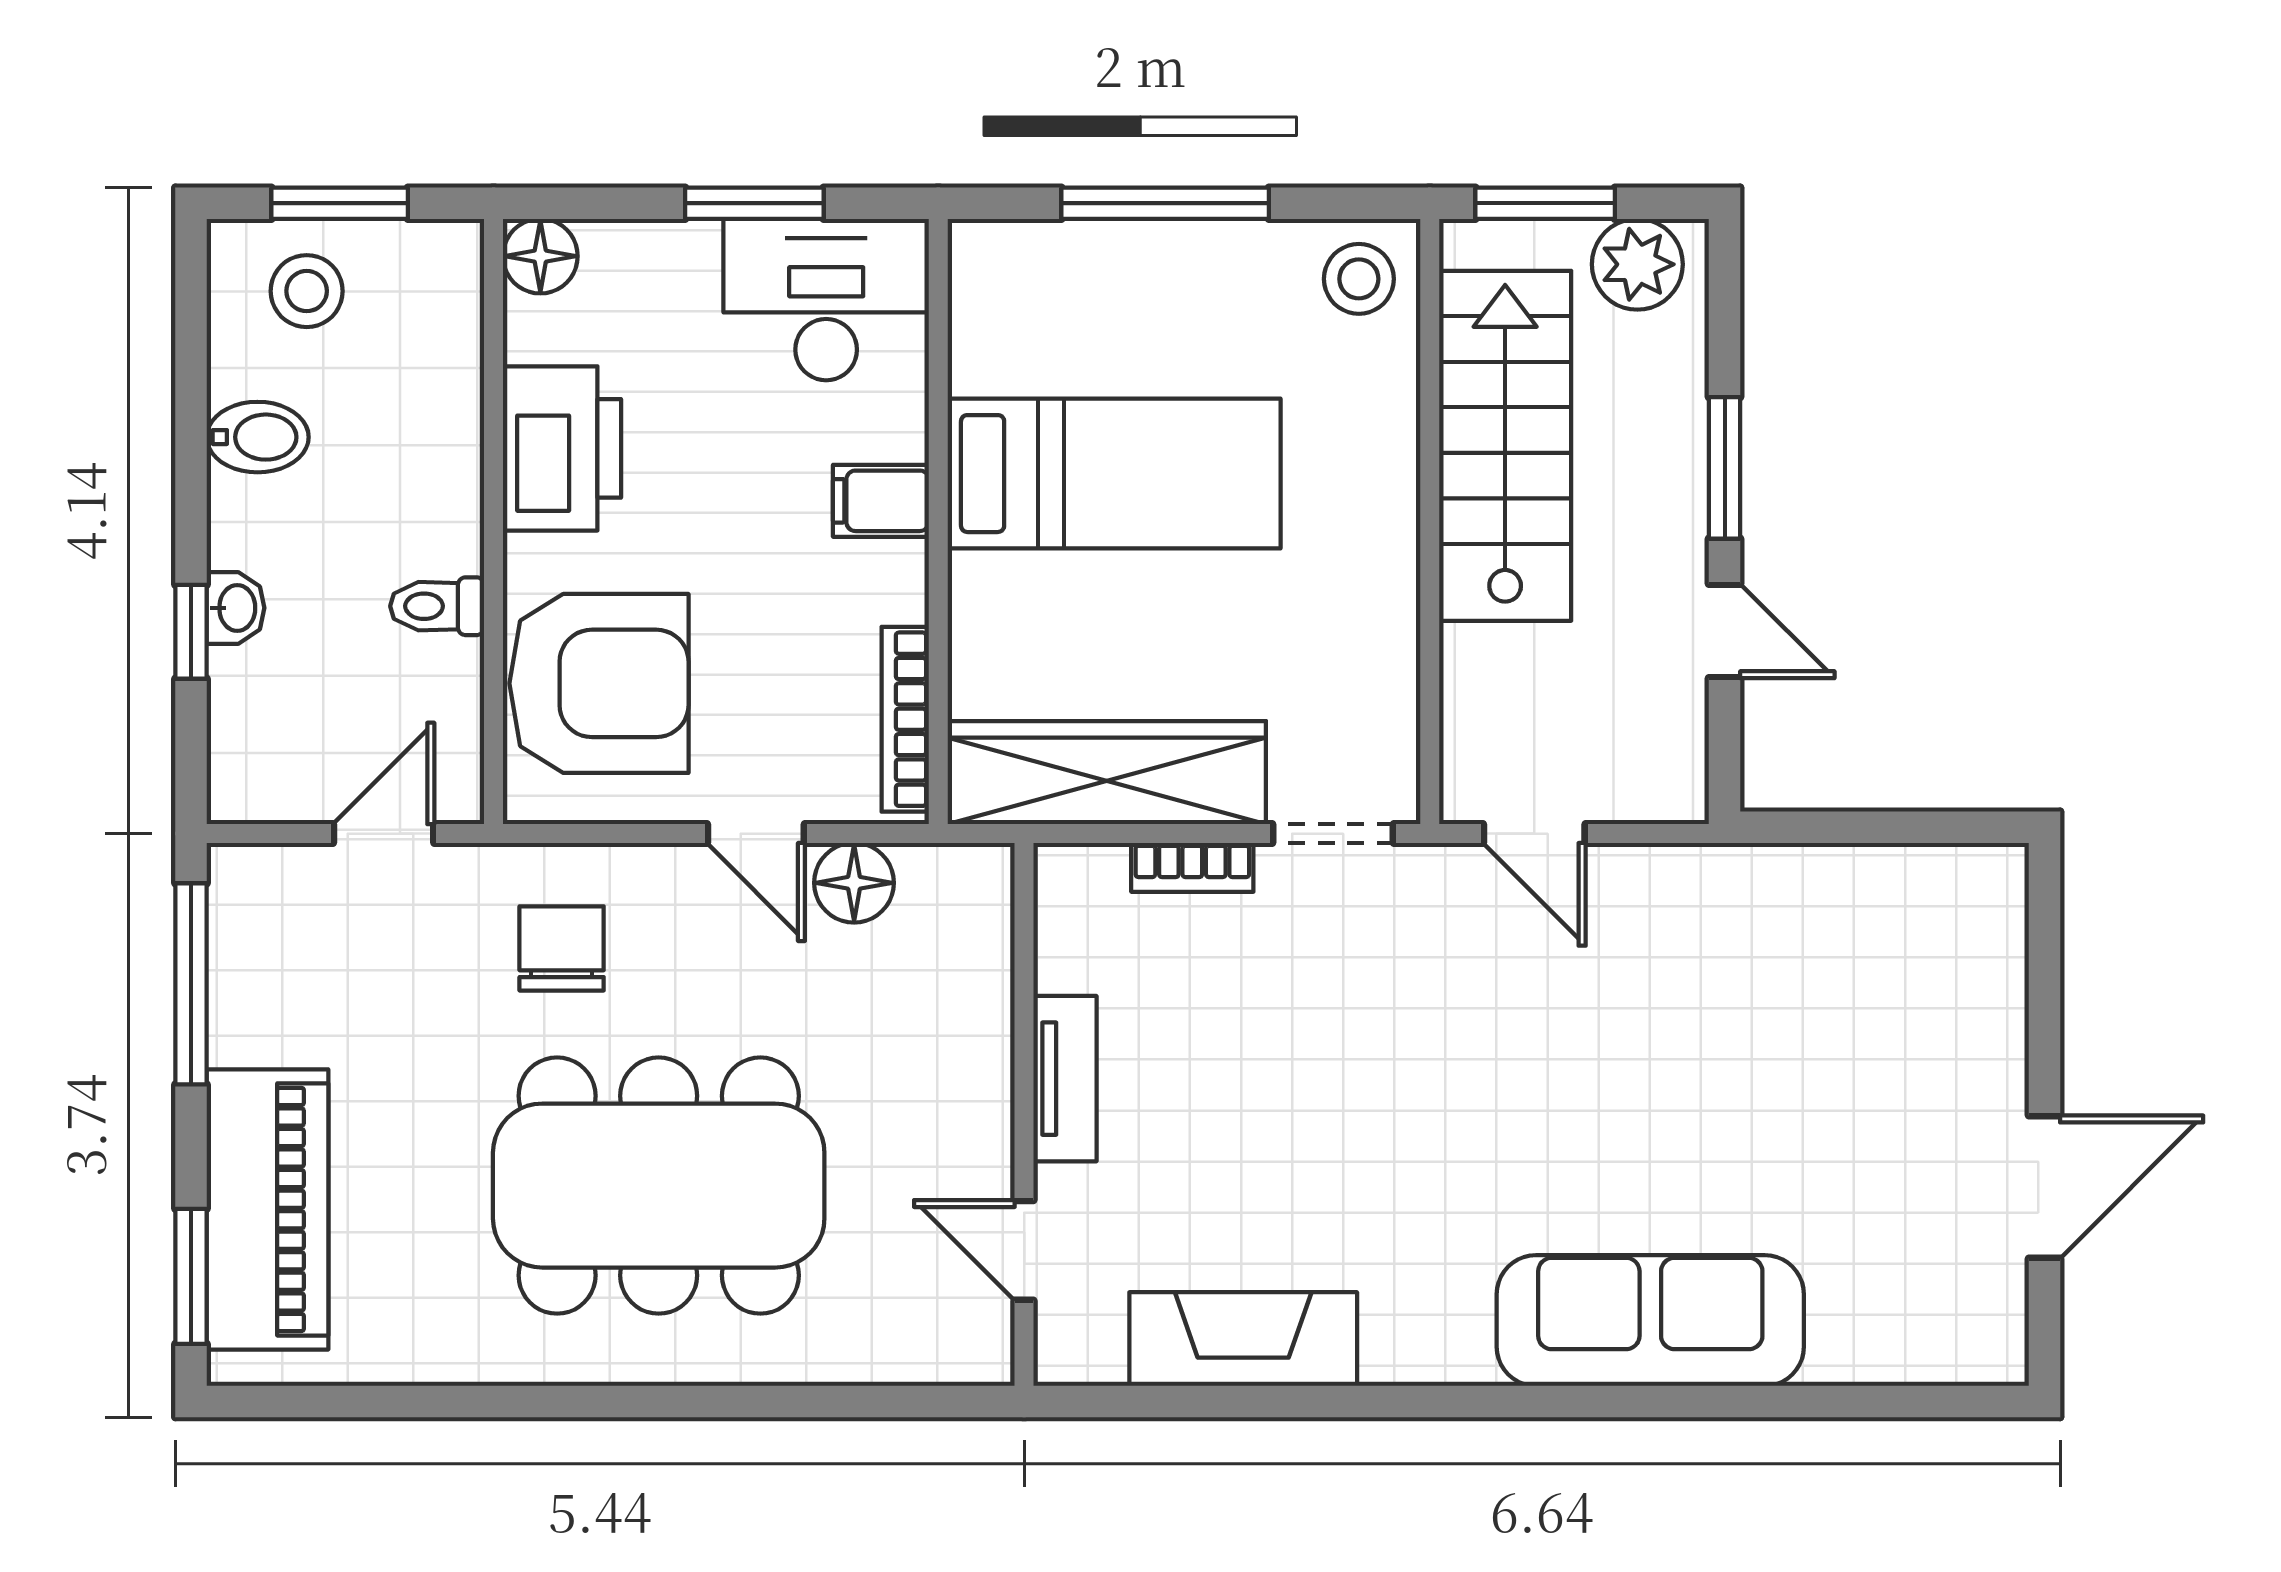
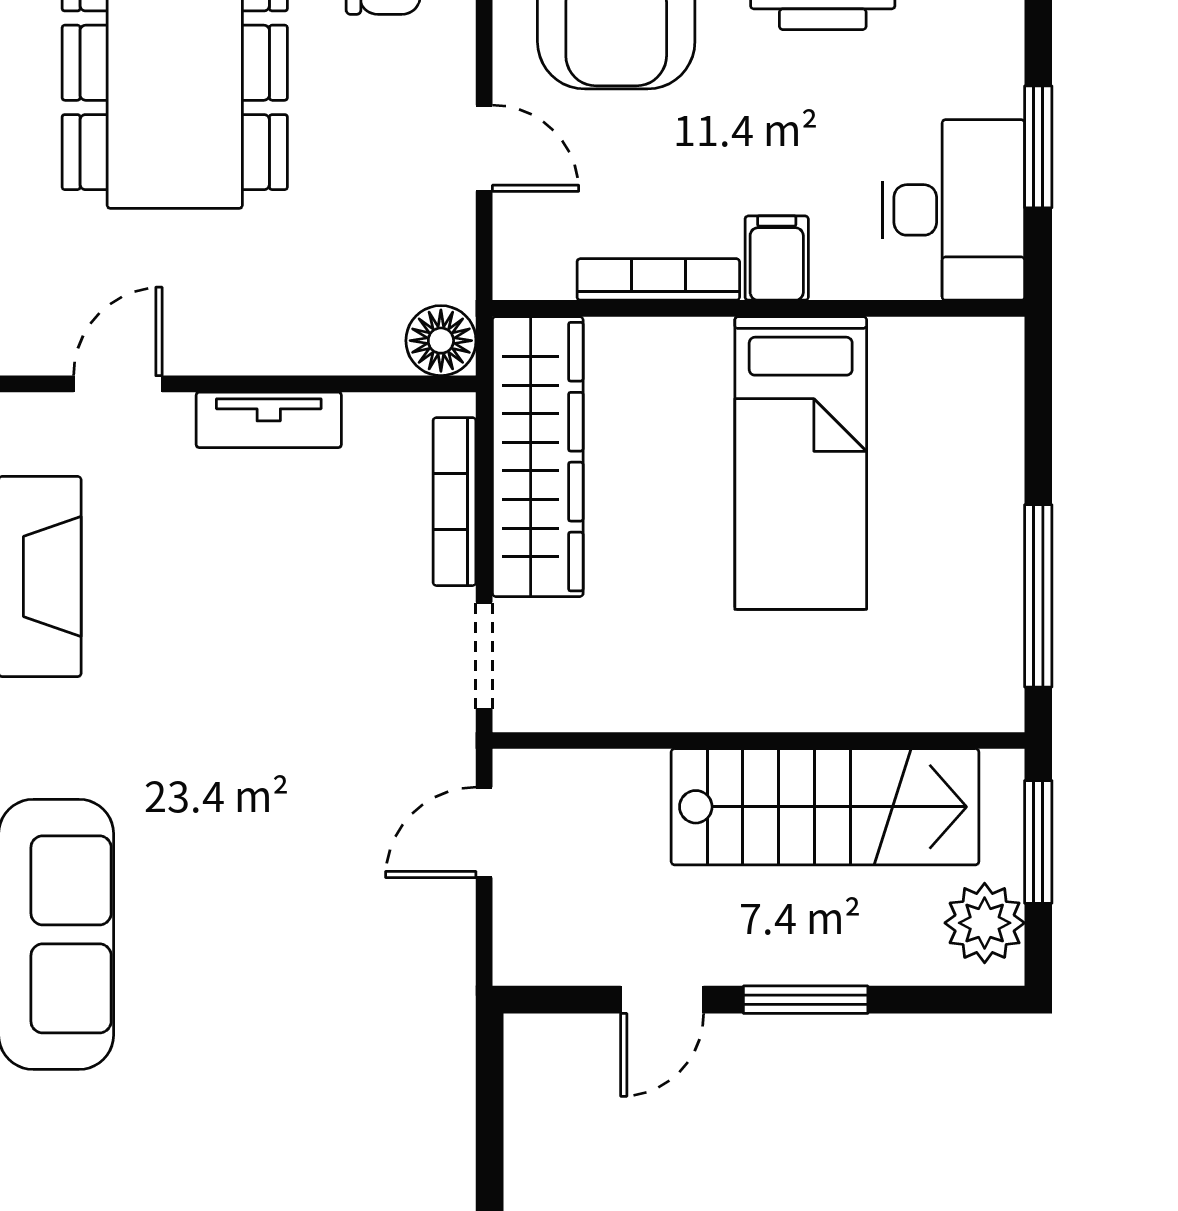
window: (1165, 203) -> (1038, 596), moved
stool: (1359, 279) -> (972, 678), removed
bookcase: (905, 719) -> (658, 279), moved
door: (756, 834) -> (484, 148), swing flipped
bookcase: (1192, 867) -> (454, 502), width x1.56
floor lamp: (854, 883) -> (441, 341), moved

